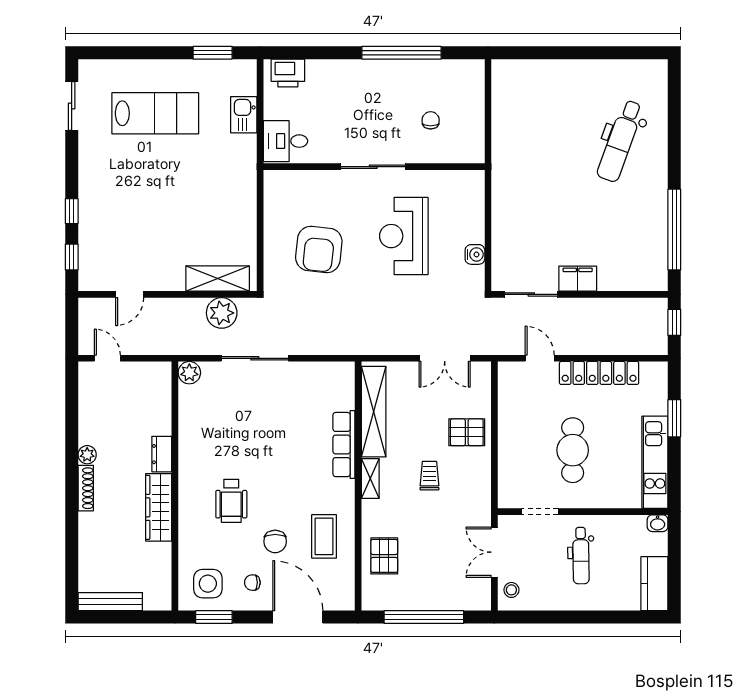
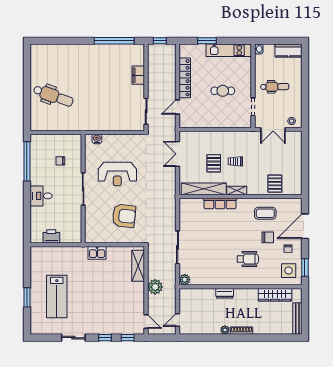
window: (213, 53) -> (27, 297), moved
window: (401, 53) -> (27, 161), moved
printer: (288, 73) -> (51, 236), moved, turned -90
sliding door: (72, 106) -> (73, 338), moved
lab bench: (155, 113) -> (57, 296), turned 180
kitchen sink: (244, 115) -> (97, 253), moved
desk: (285, 141) -> (41, 196), moved, turned 90
dental chair: (620, 141) -> (53, 96), moved
water cooler: (475, 254) -> (97, 139), moved
filing cabinet: (578, 279) -> (138, 75), moved
door: (130, 294) -> (146, 321), moved
plant: (222, 313) -> (155, 287), moved
double door: (445, 358) -> (178, 154), swing flipped
pallet: (467, 432) -> (214, 163), moved
cafe table: (573, 450) -> (223, 91), width x0.73, depth x0.74
wardrobe: (159, 507) -> (275, 295), moved
pallet: (384, 556) -> (275, 184), turned 90
window: (424, 617) -> (305, 164), removed

